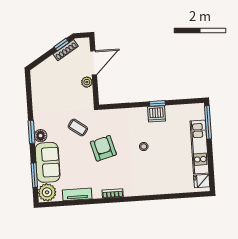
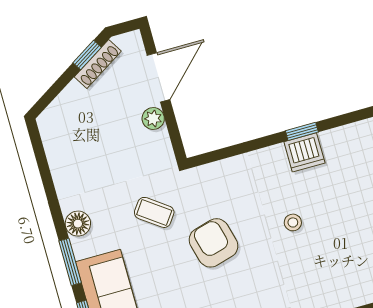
window: (31, 132) -> (70, 262), moved
floor lamp: (41, 136) -> (78, 224), moved

